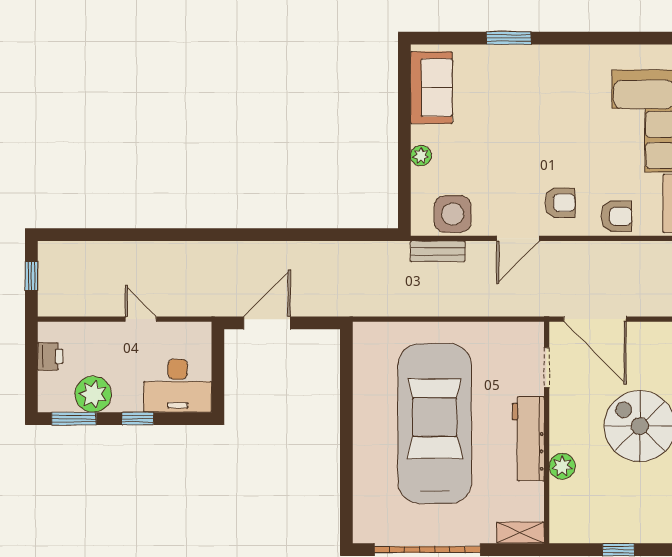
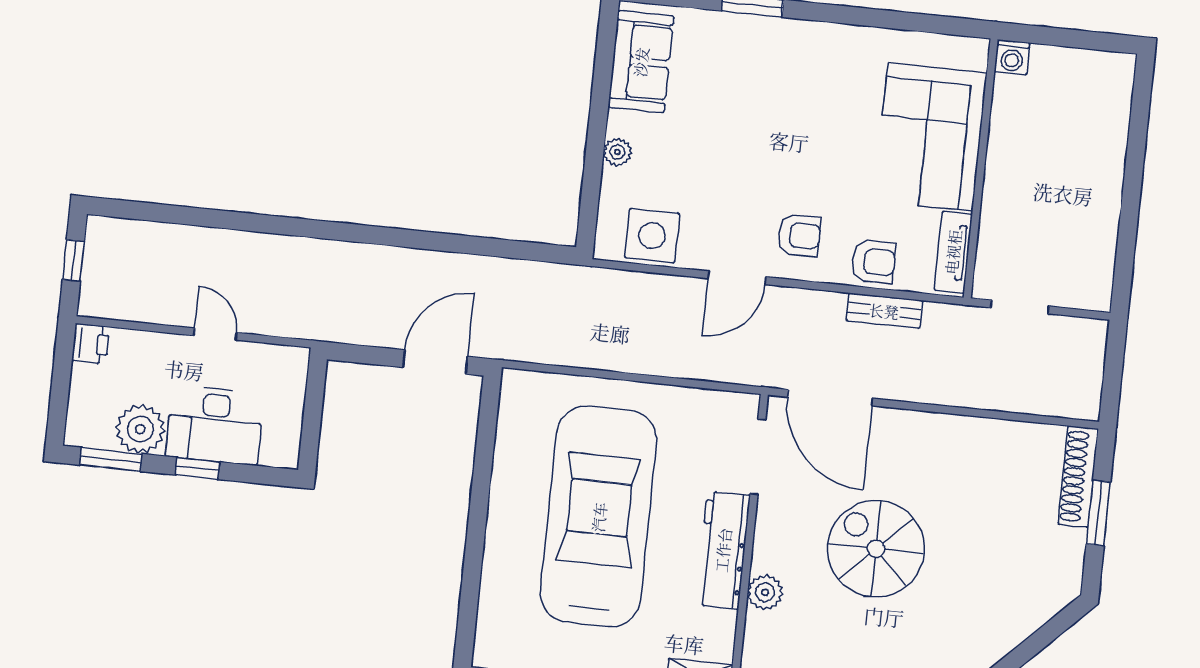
bench: (438, 251) -> (884, 311), moved
door: (267, 323) -> (435, 362), moved
printer: (50, 356) -> (91, 344), moved
doorway: (547, 368) -> (758, 457), width x1.38
desk: (178, 386) -> (215, 425), moved

